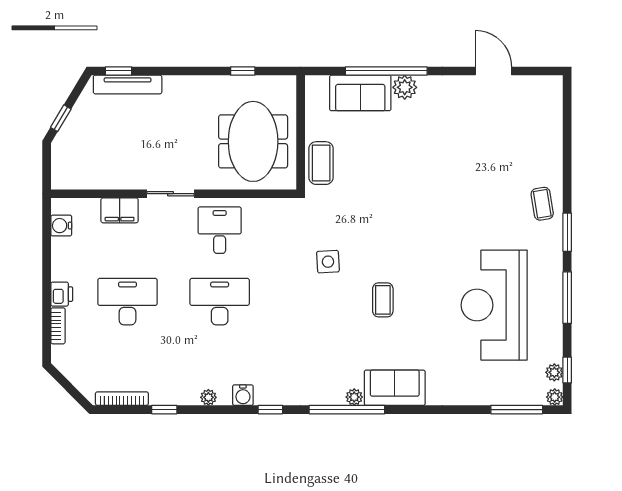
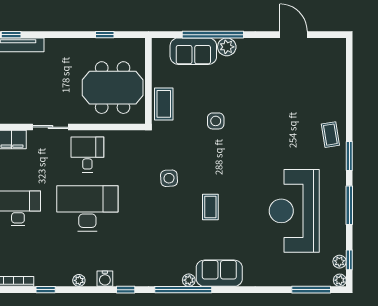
meeting table: (253, 141) -> (113, 88), turned 90
side table: (390, 186) -> (216, 121), added
desk: (220, 302) -> (87, 208), width x1.36, depth x1.30

